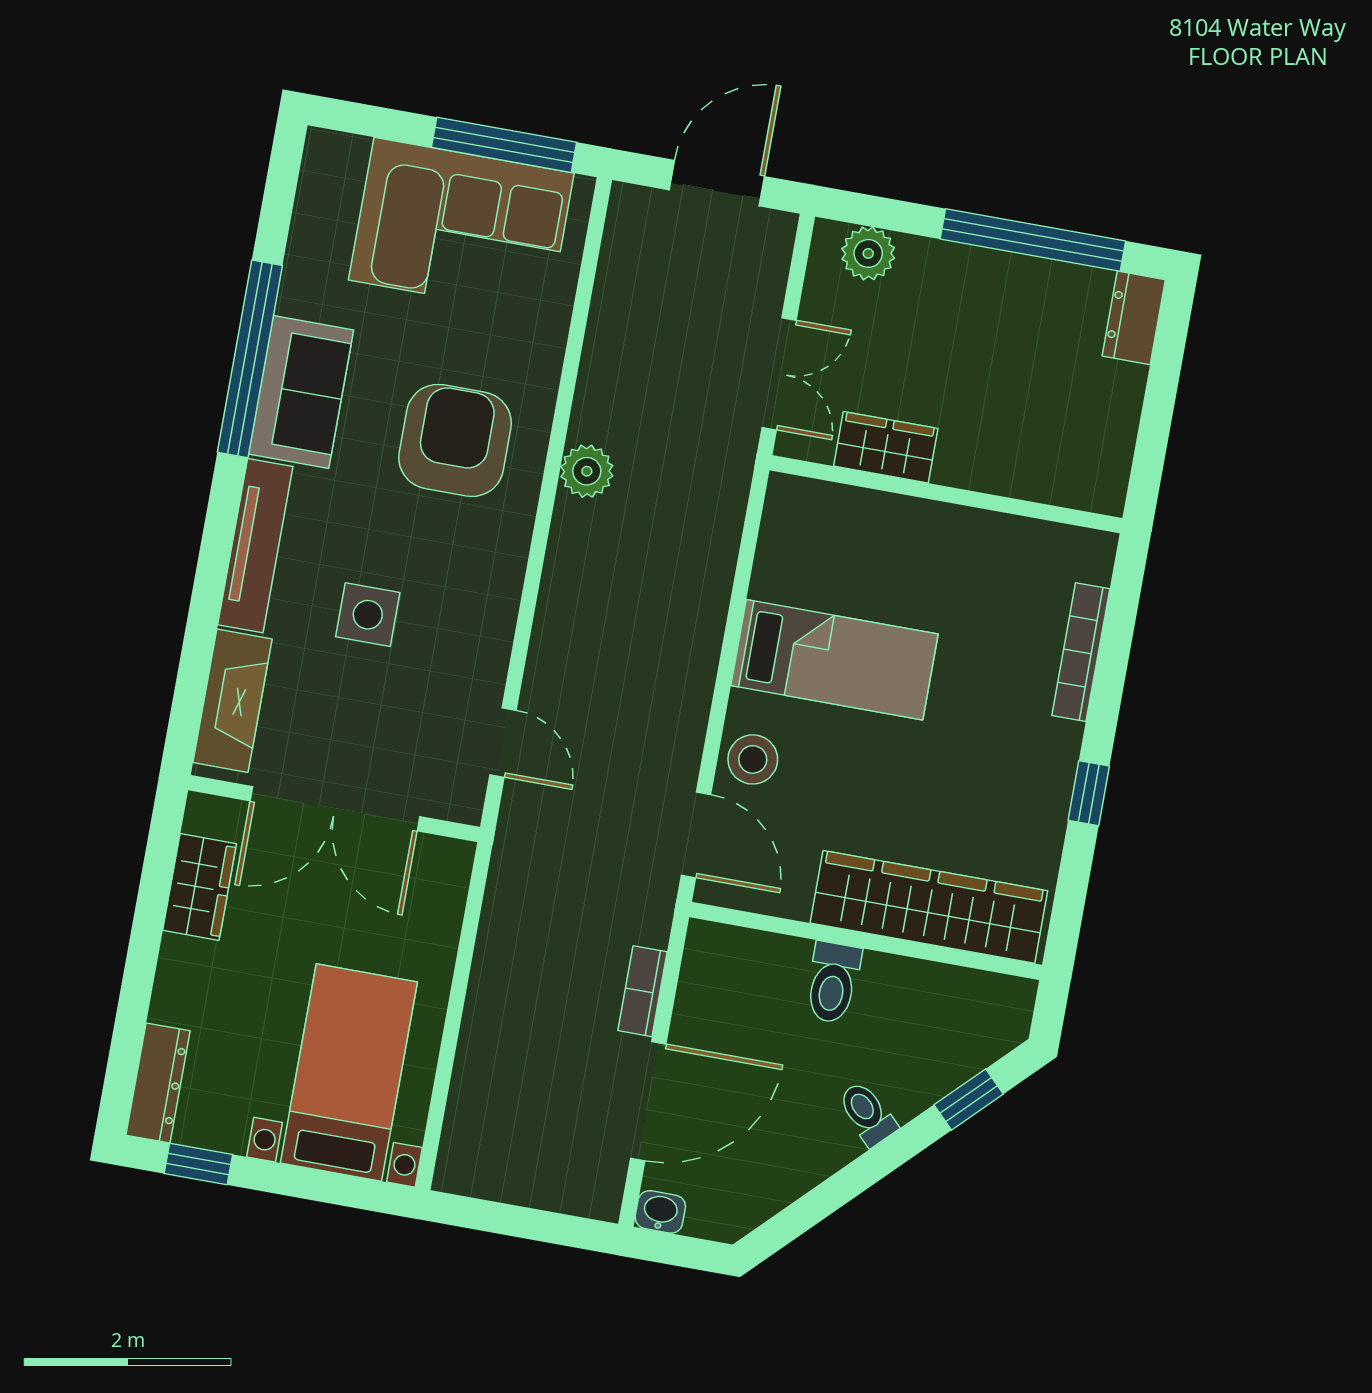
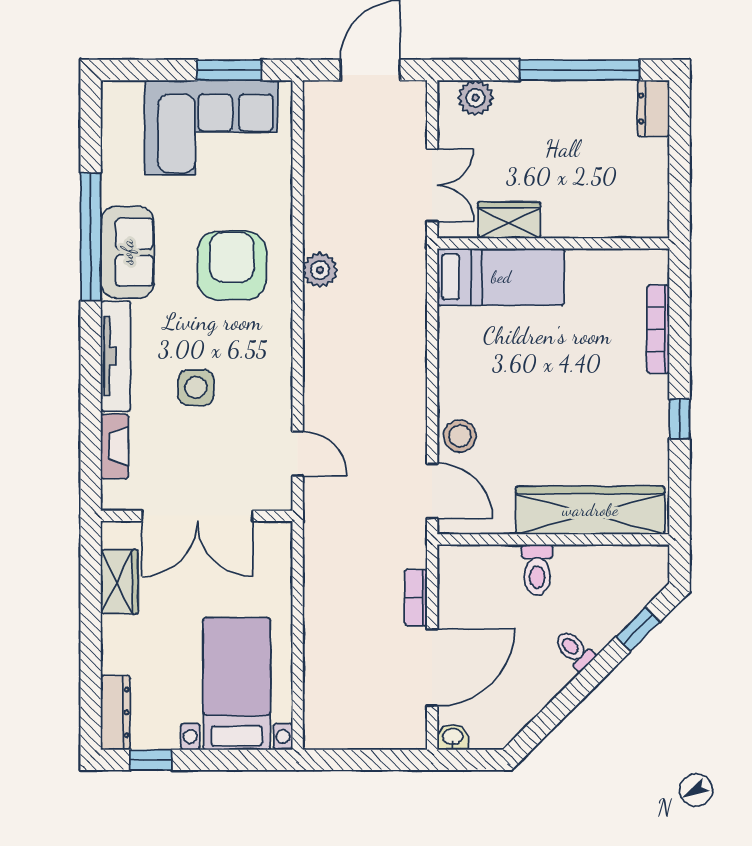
window: (504, 145) -> (229, 70), width x0.69
bed: (834, 660) -> (501, 277), moved
fireplace: (232, 701) -> (115, 446), width x0.73, depth x0.76

